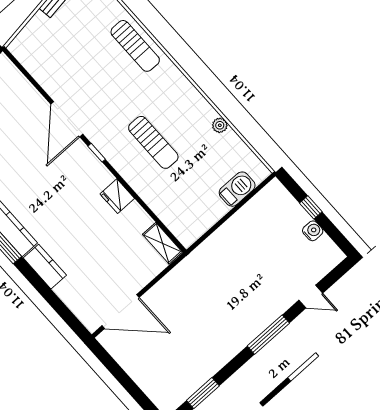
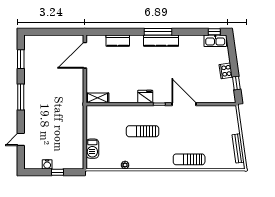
fridge: (117, 196) -> (145, 96), moved
kitchen counter: (45, 267) -> (118, 41), moved
window: (268, 335) -> (21, 97), moved

